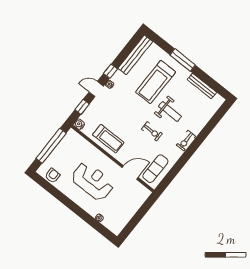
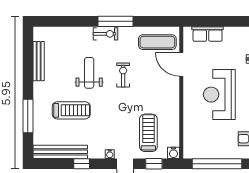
window: (183, 60) -> (28, 116), moved
window: (110, 71) -> (82, 164), moved
treadmill: (156, 82) -> (71, 110), width x0.73, depth x0.73
treadmill: (108, 139) -> (148, 133), moved
window: (189, 153) -> (115, 21), added
row of seats: (136, 204) -> (208, 34), added

